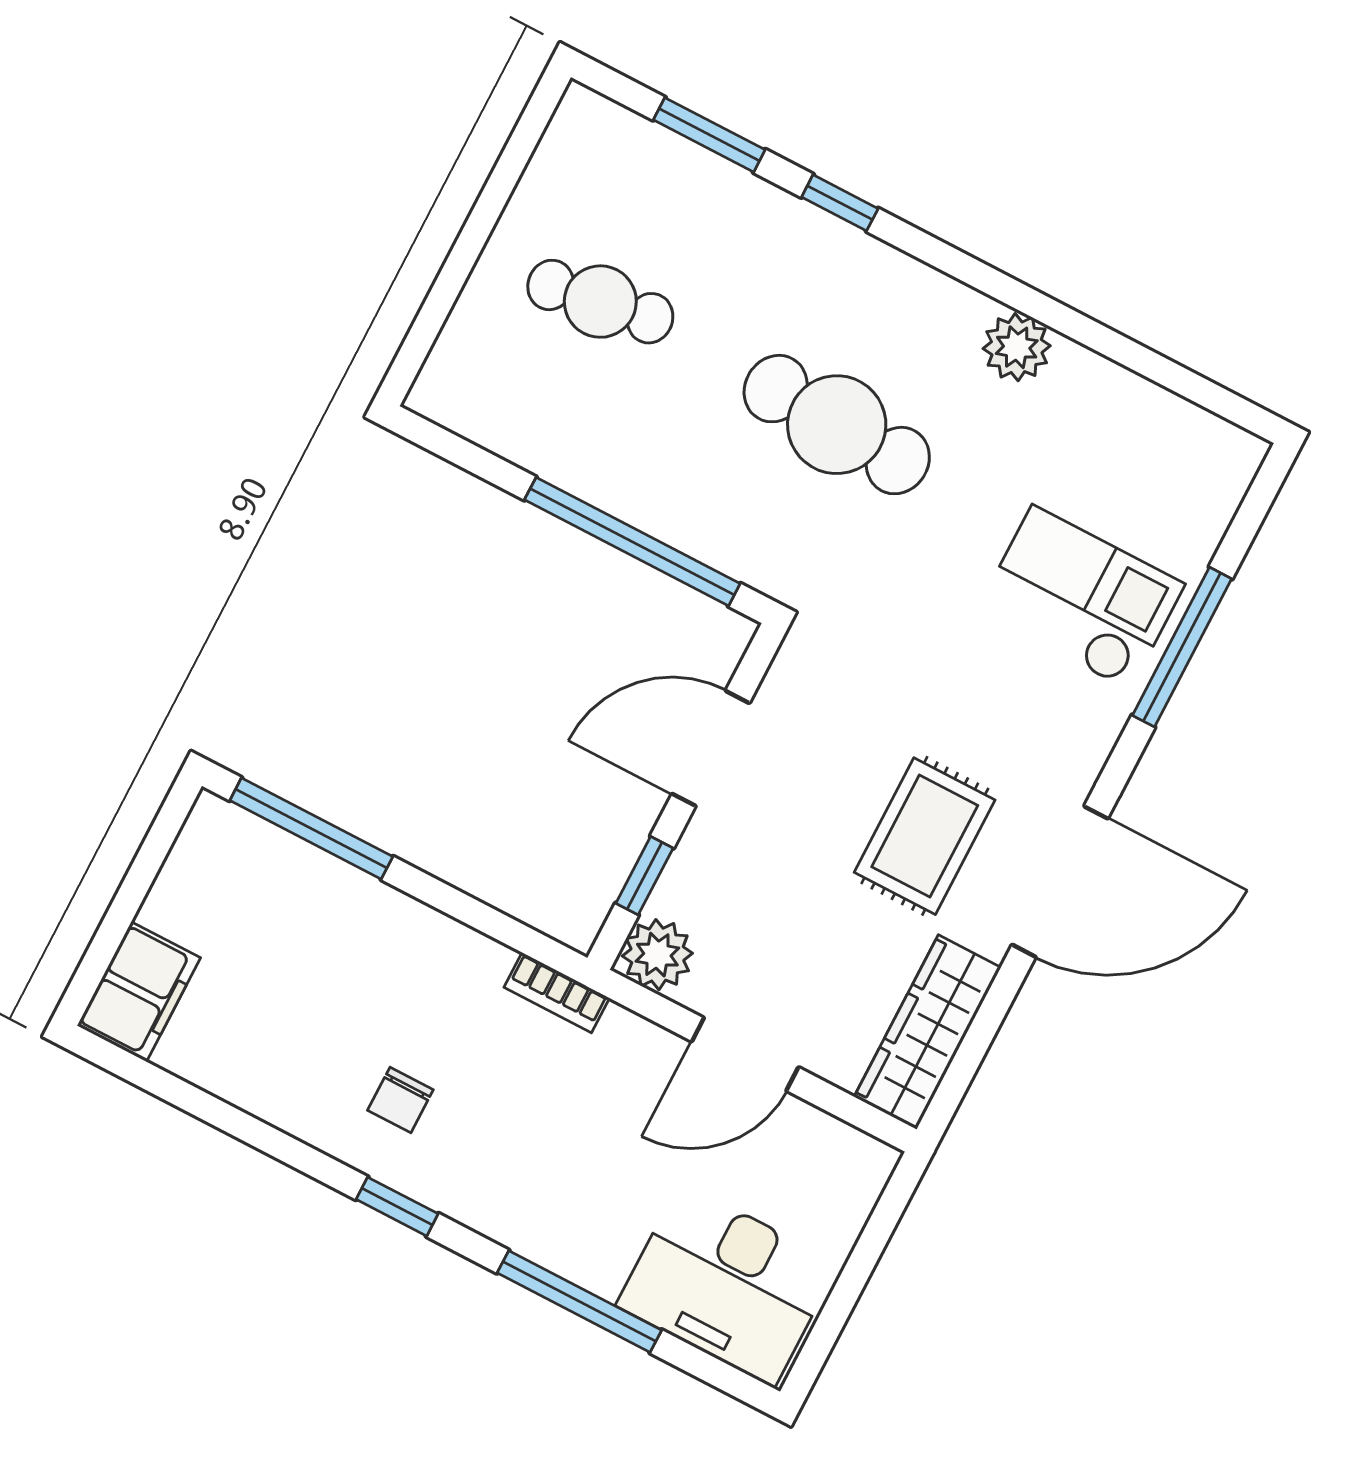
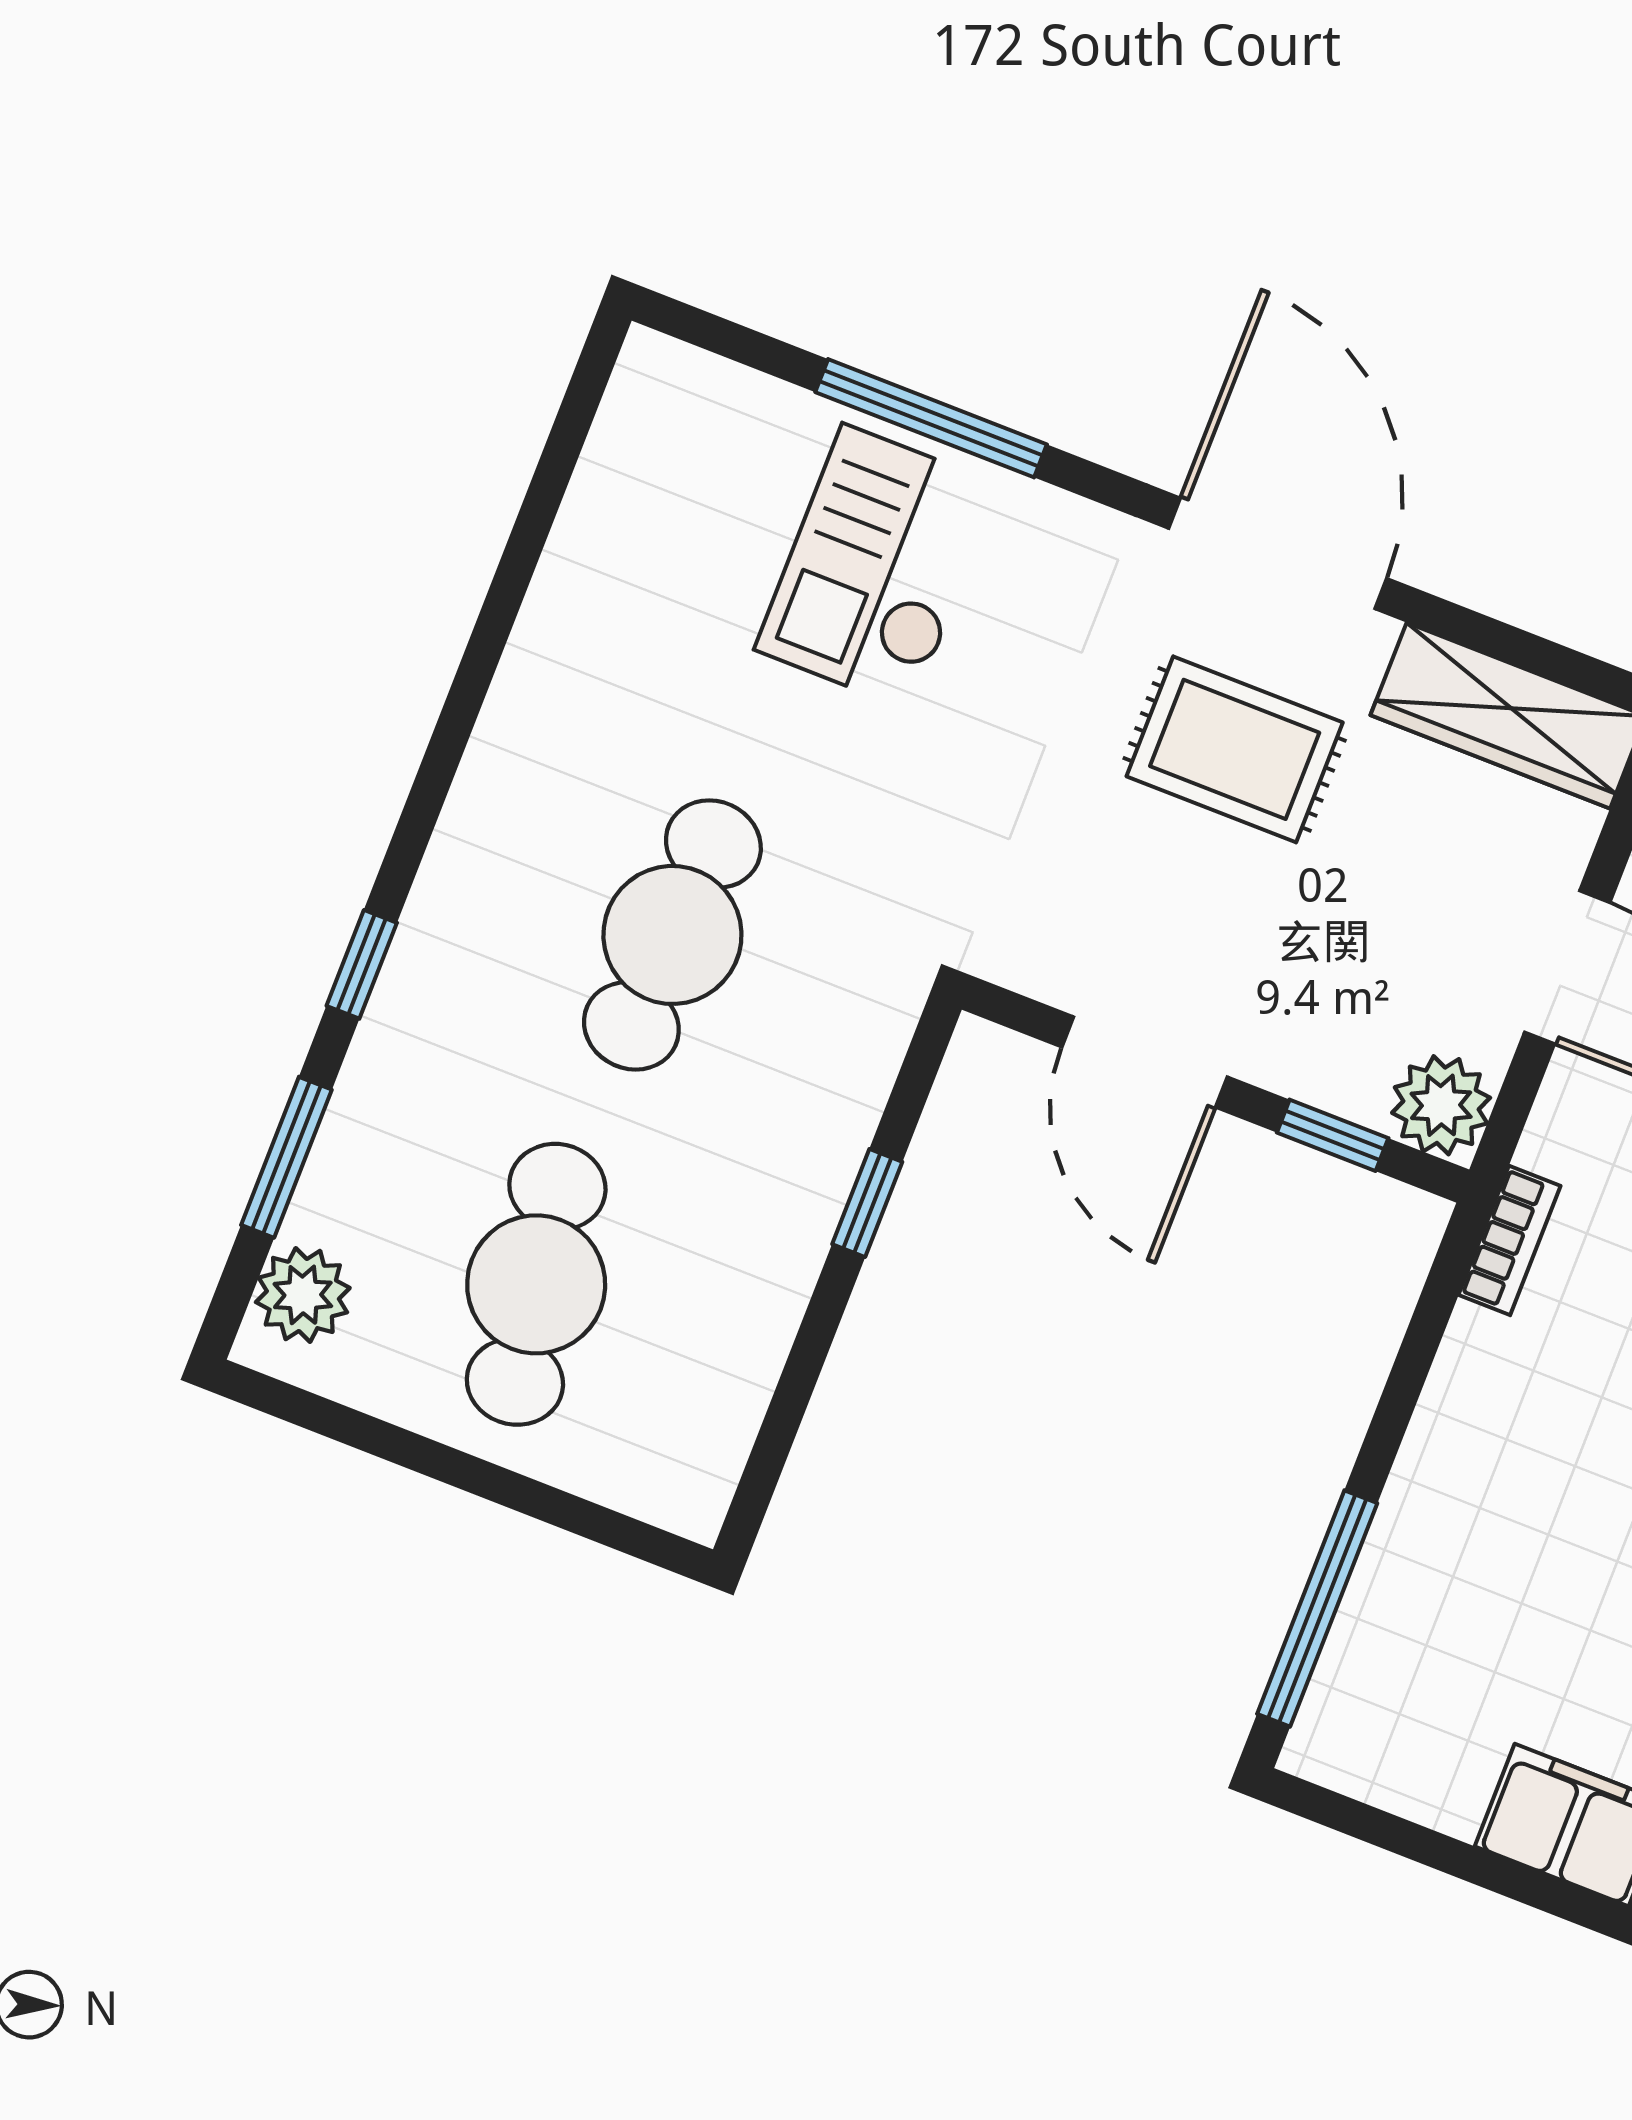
cafe table: (600, 302) -> (536, 1284), width x1.37, depth x1.35
plant: (1017, 347) -> (303, 1295), moved
window: (632, 542) -> (867, 1203), width x0.32

